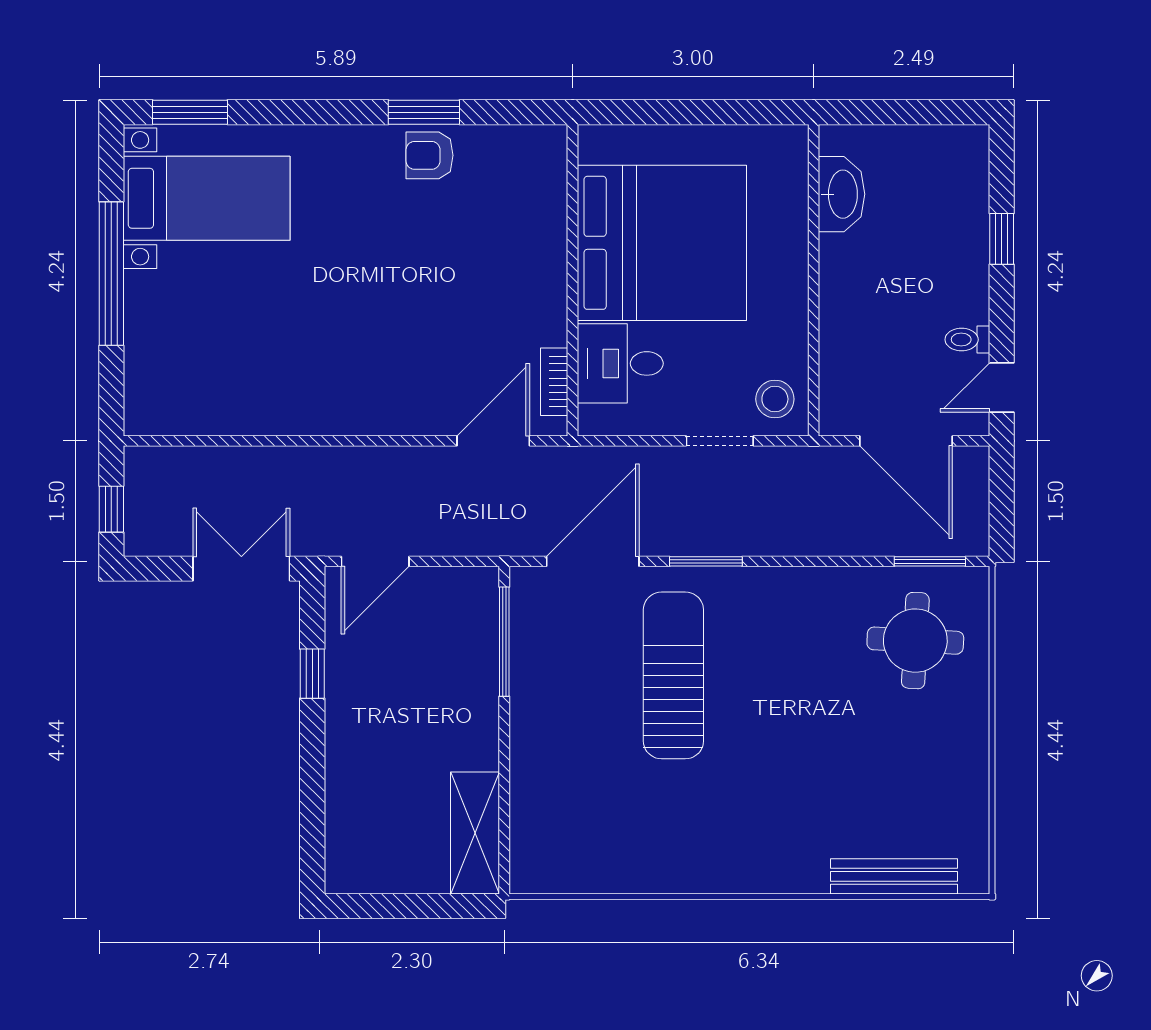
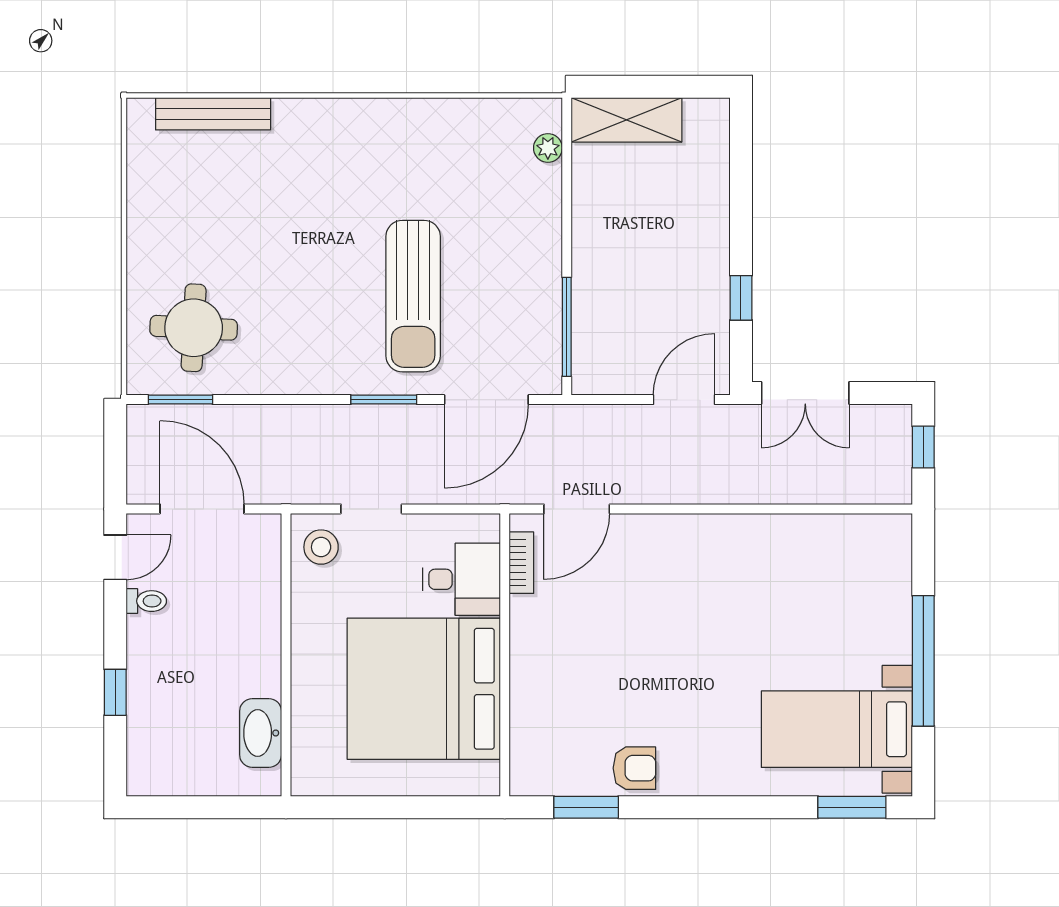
window: (424, 112) -> (586, 807), moved
shelving: (475, 833) -> (627, 120), moved, turned 90
plant: (525, 839) -> (548, 148), added

